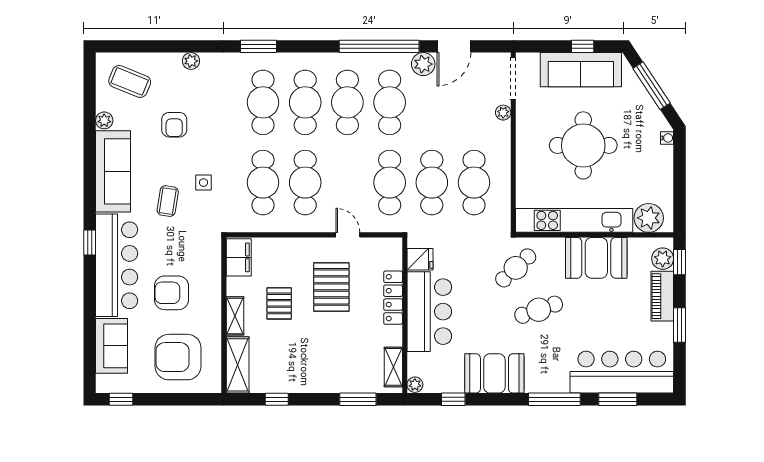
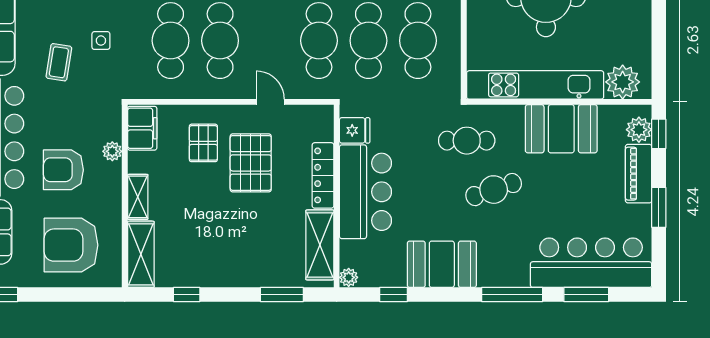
cafe table: (516, 268) -> (467, 141), turned 43
plant: (213, 277) -> (112, 151), added
pallet: (279, 303) -> (203, 143), moved
shelving: (393, 367) -> (320, 245), width x1.50, depth x1.33

